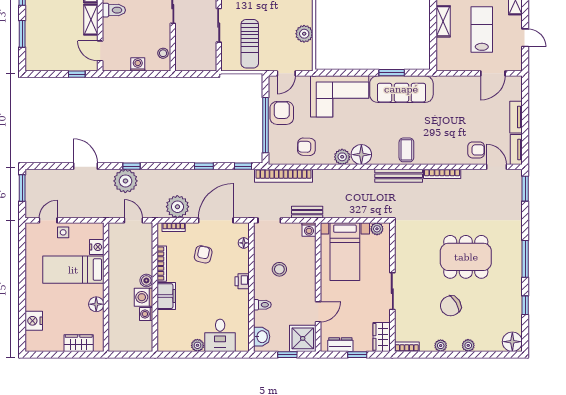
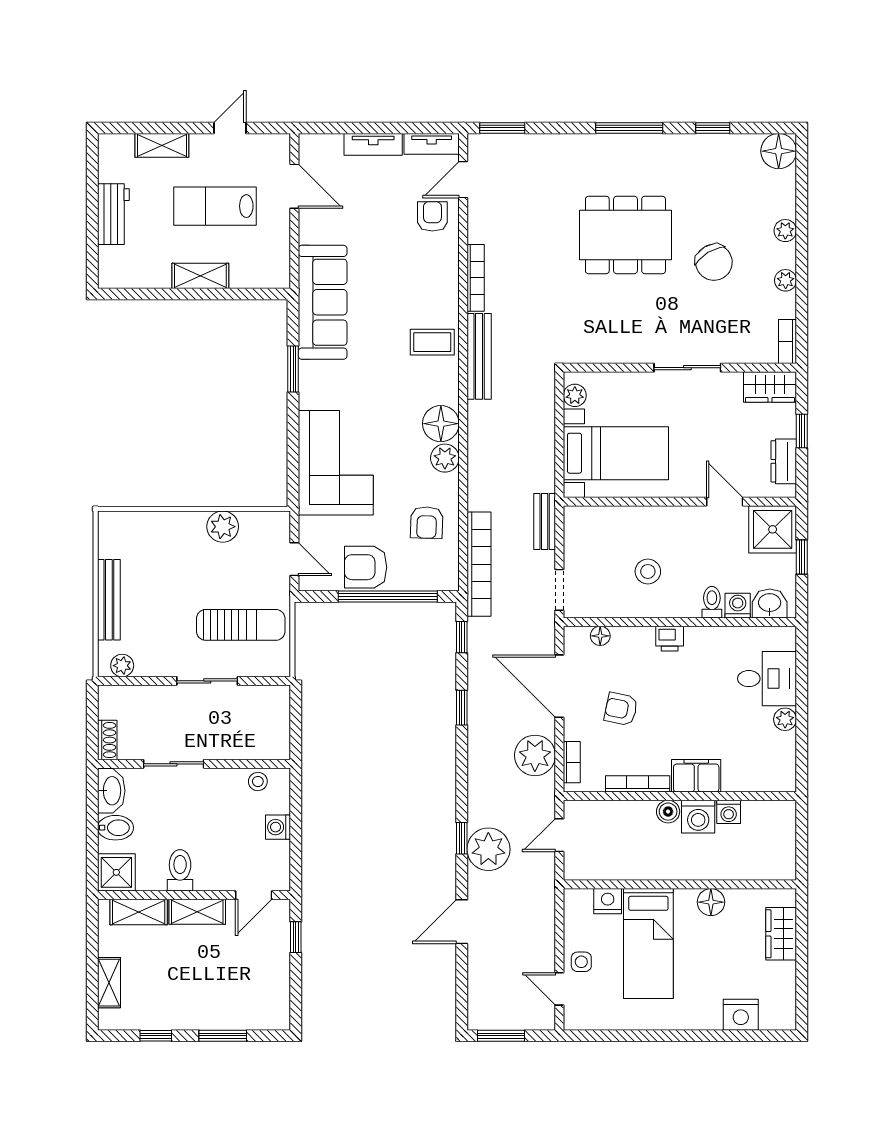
sofa: (401, 89) -> (323, 302), moved
washing machine: (309, 229) -> (738, 606), moved, turned -90
dining table: (466, 257) -> (625, 235), turned 90

